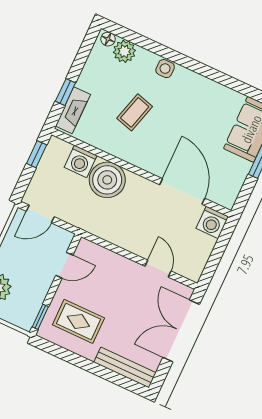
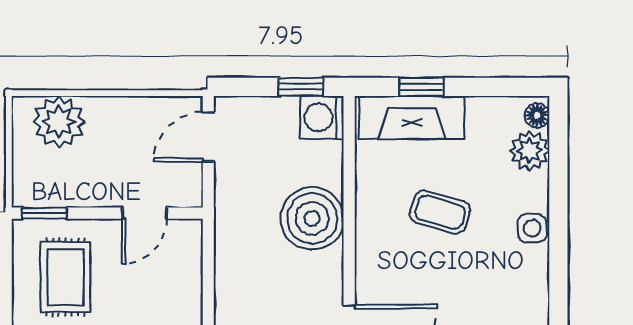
fireplace: (73, 110) -> (412, 117), width x1.37, depth x1.32
washing machine: (81, 161) -> (322, 118), moved
door: (40, 214) -> (208, 137), hinge flipped
door: (64, 265) -> (144, 213), hinge flipped

